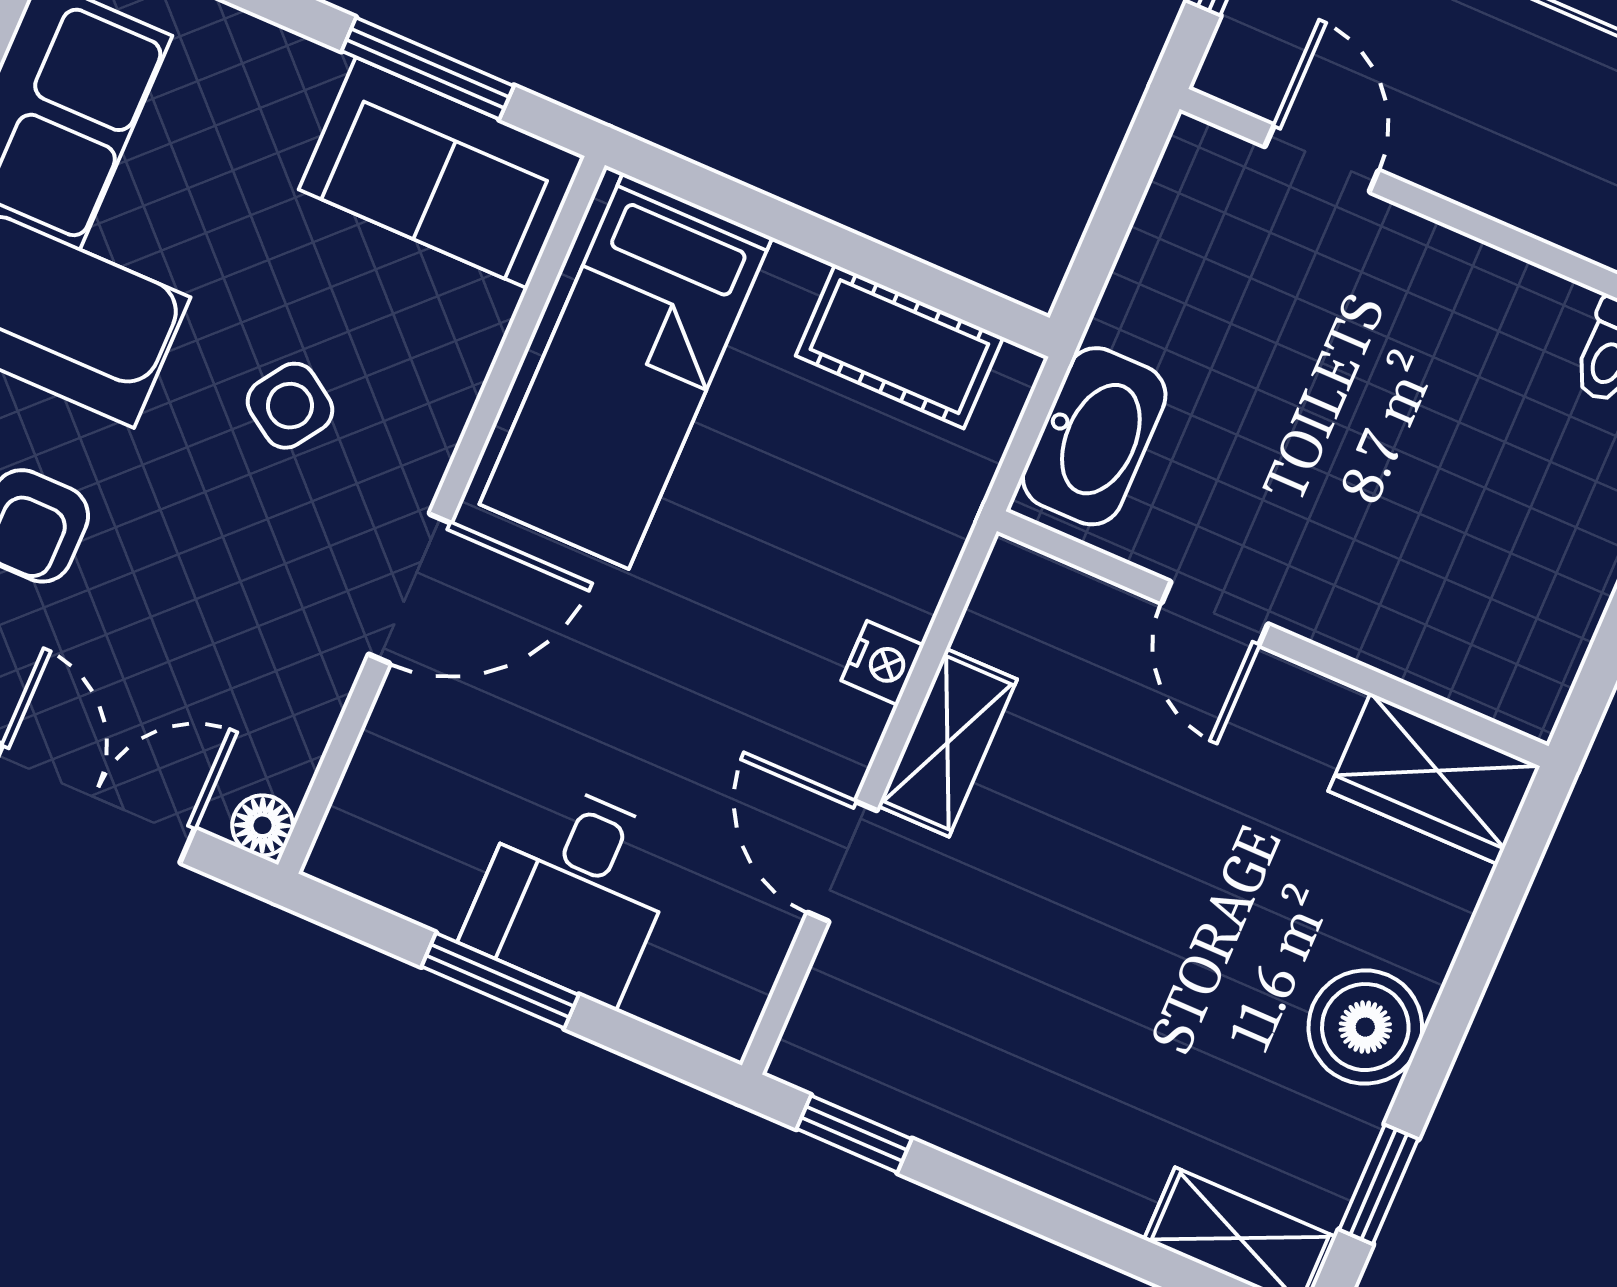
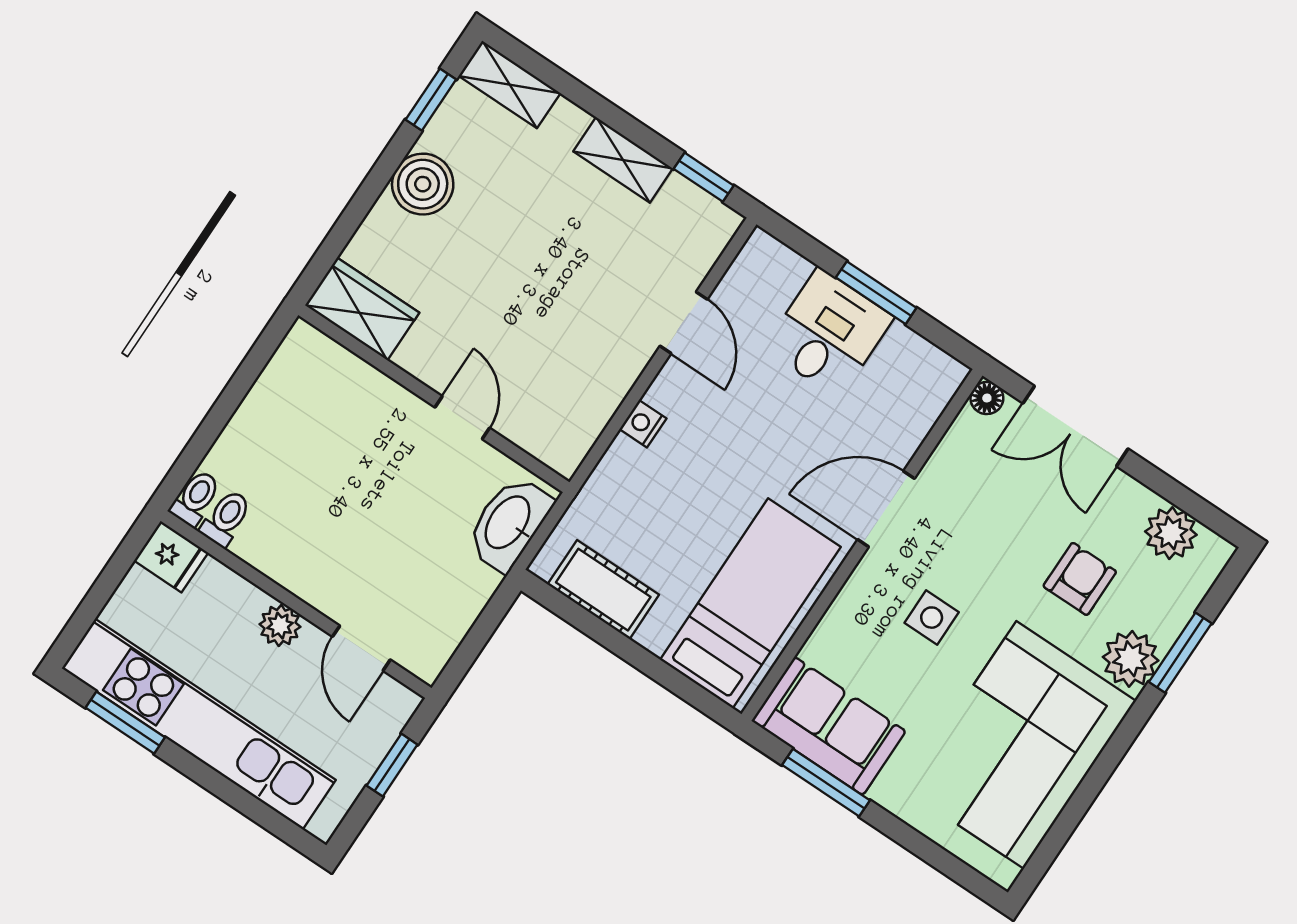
plant: (1478, 172) -> (280, 626), added
side table: (290, 406) -> (932, 618), turned -34
shelving: (947, 743) -> (623, 160), moved, turned 90

